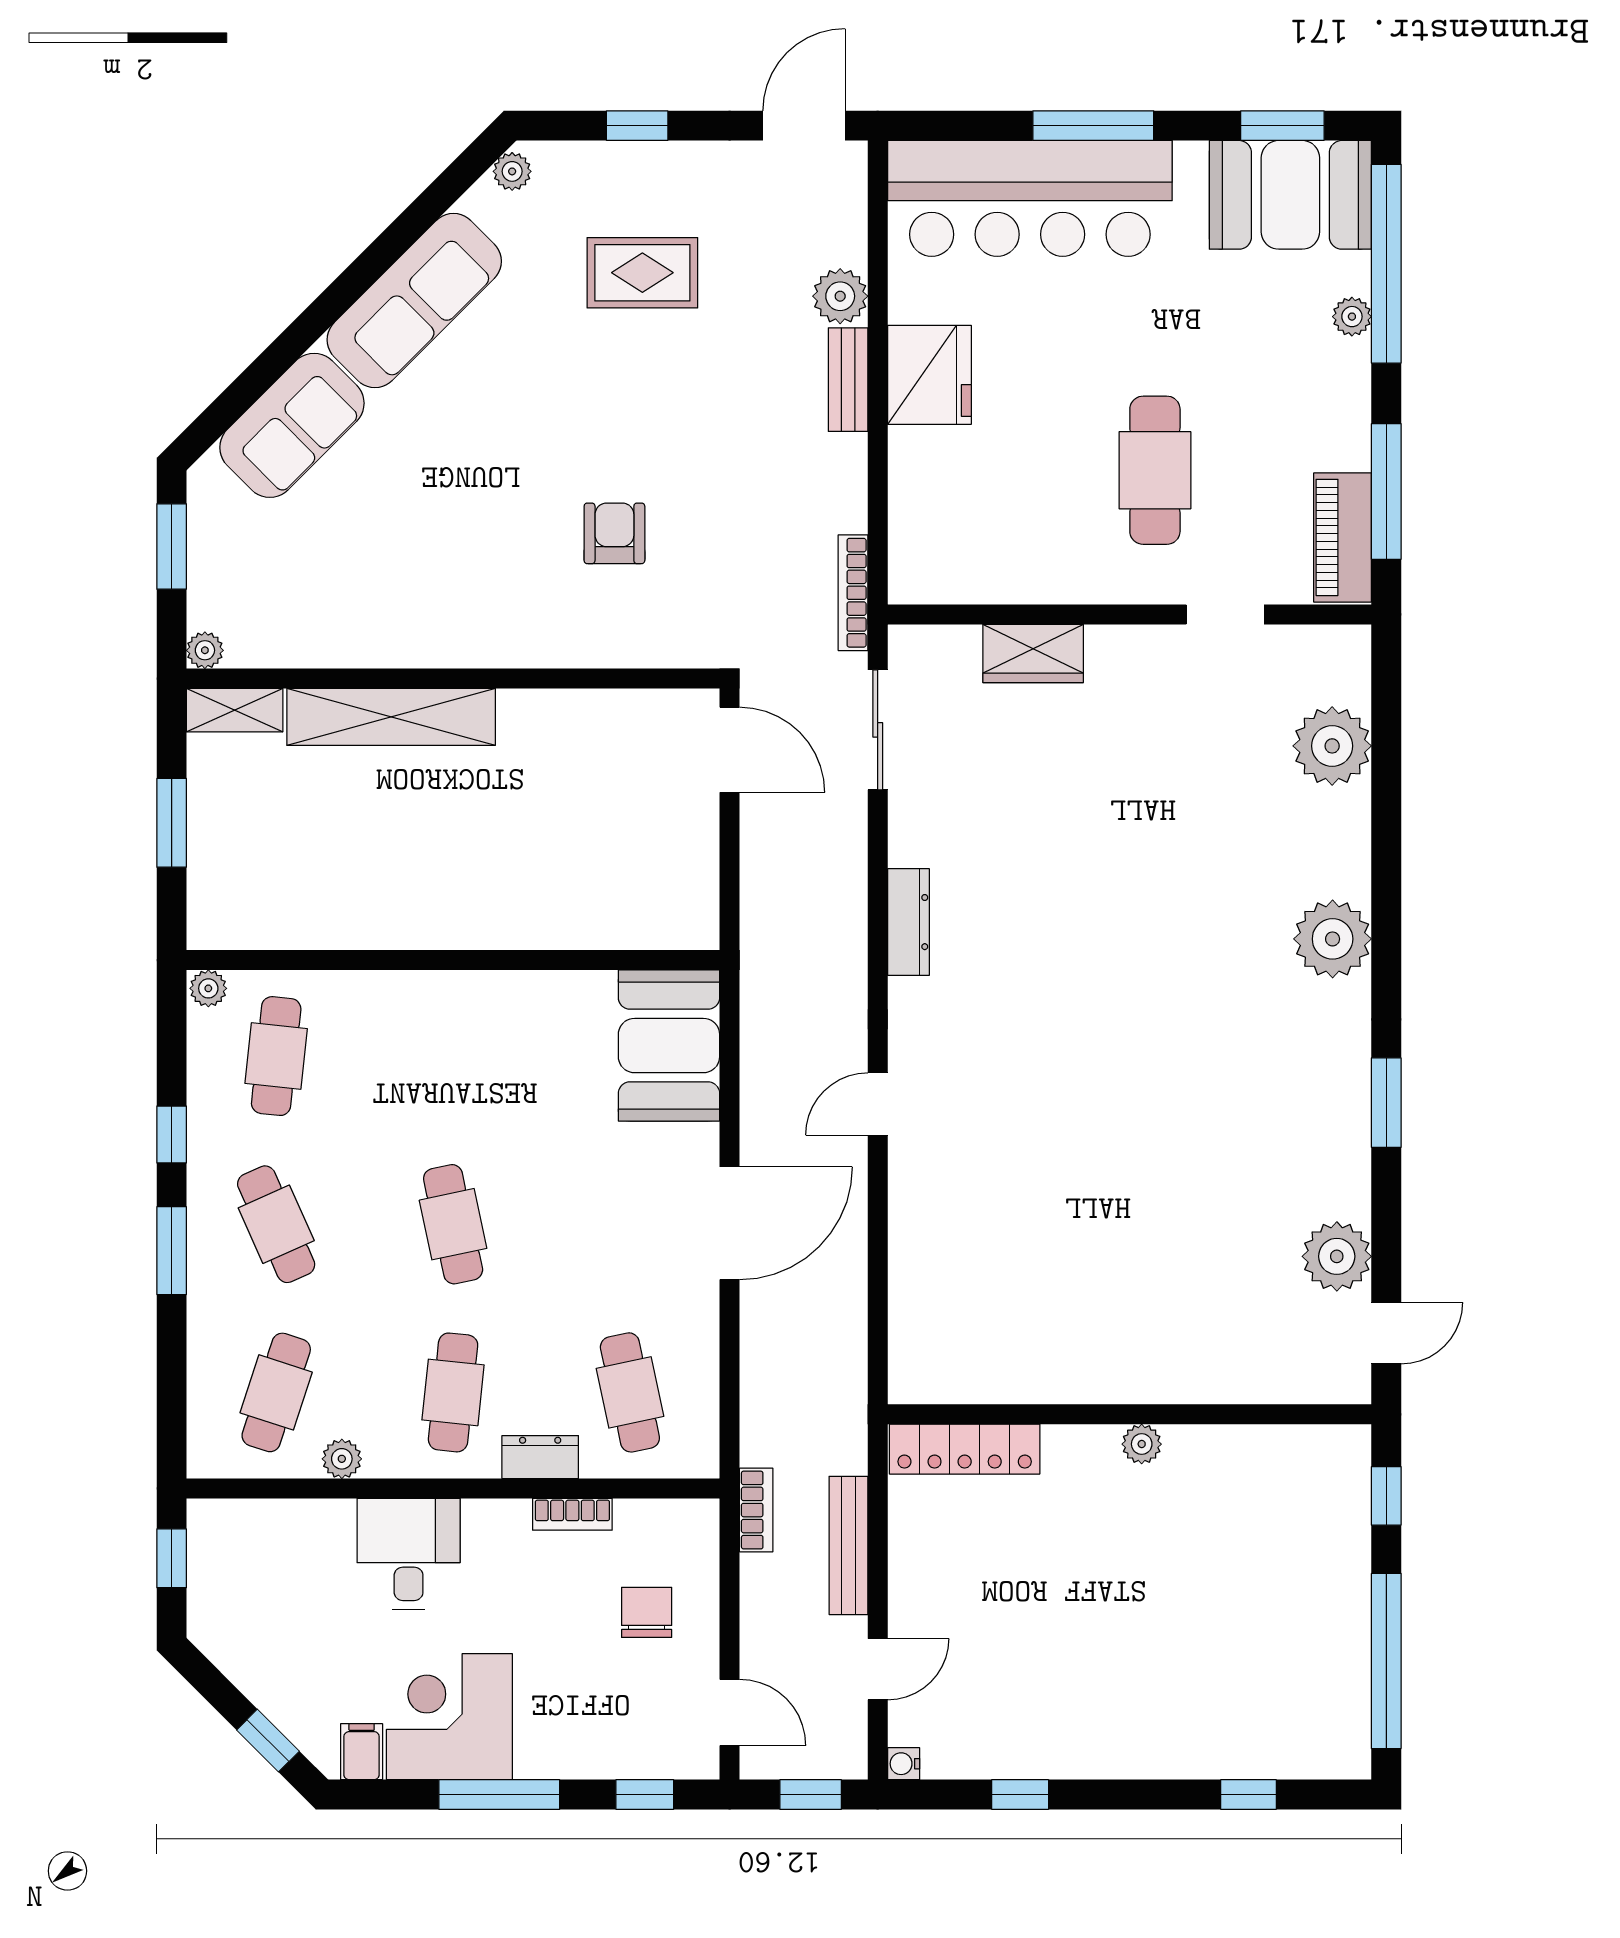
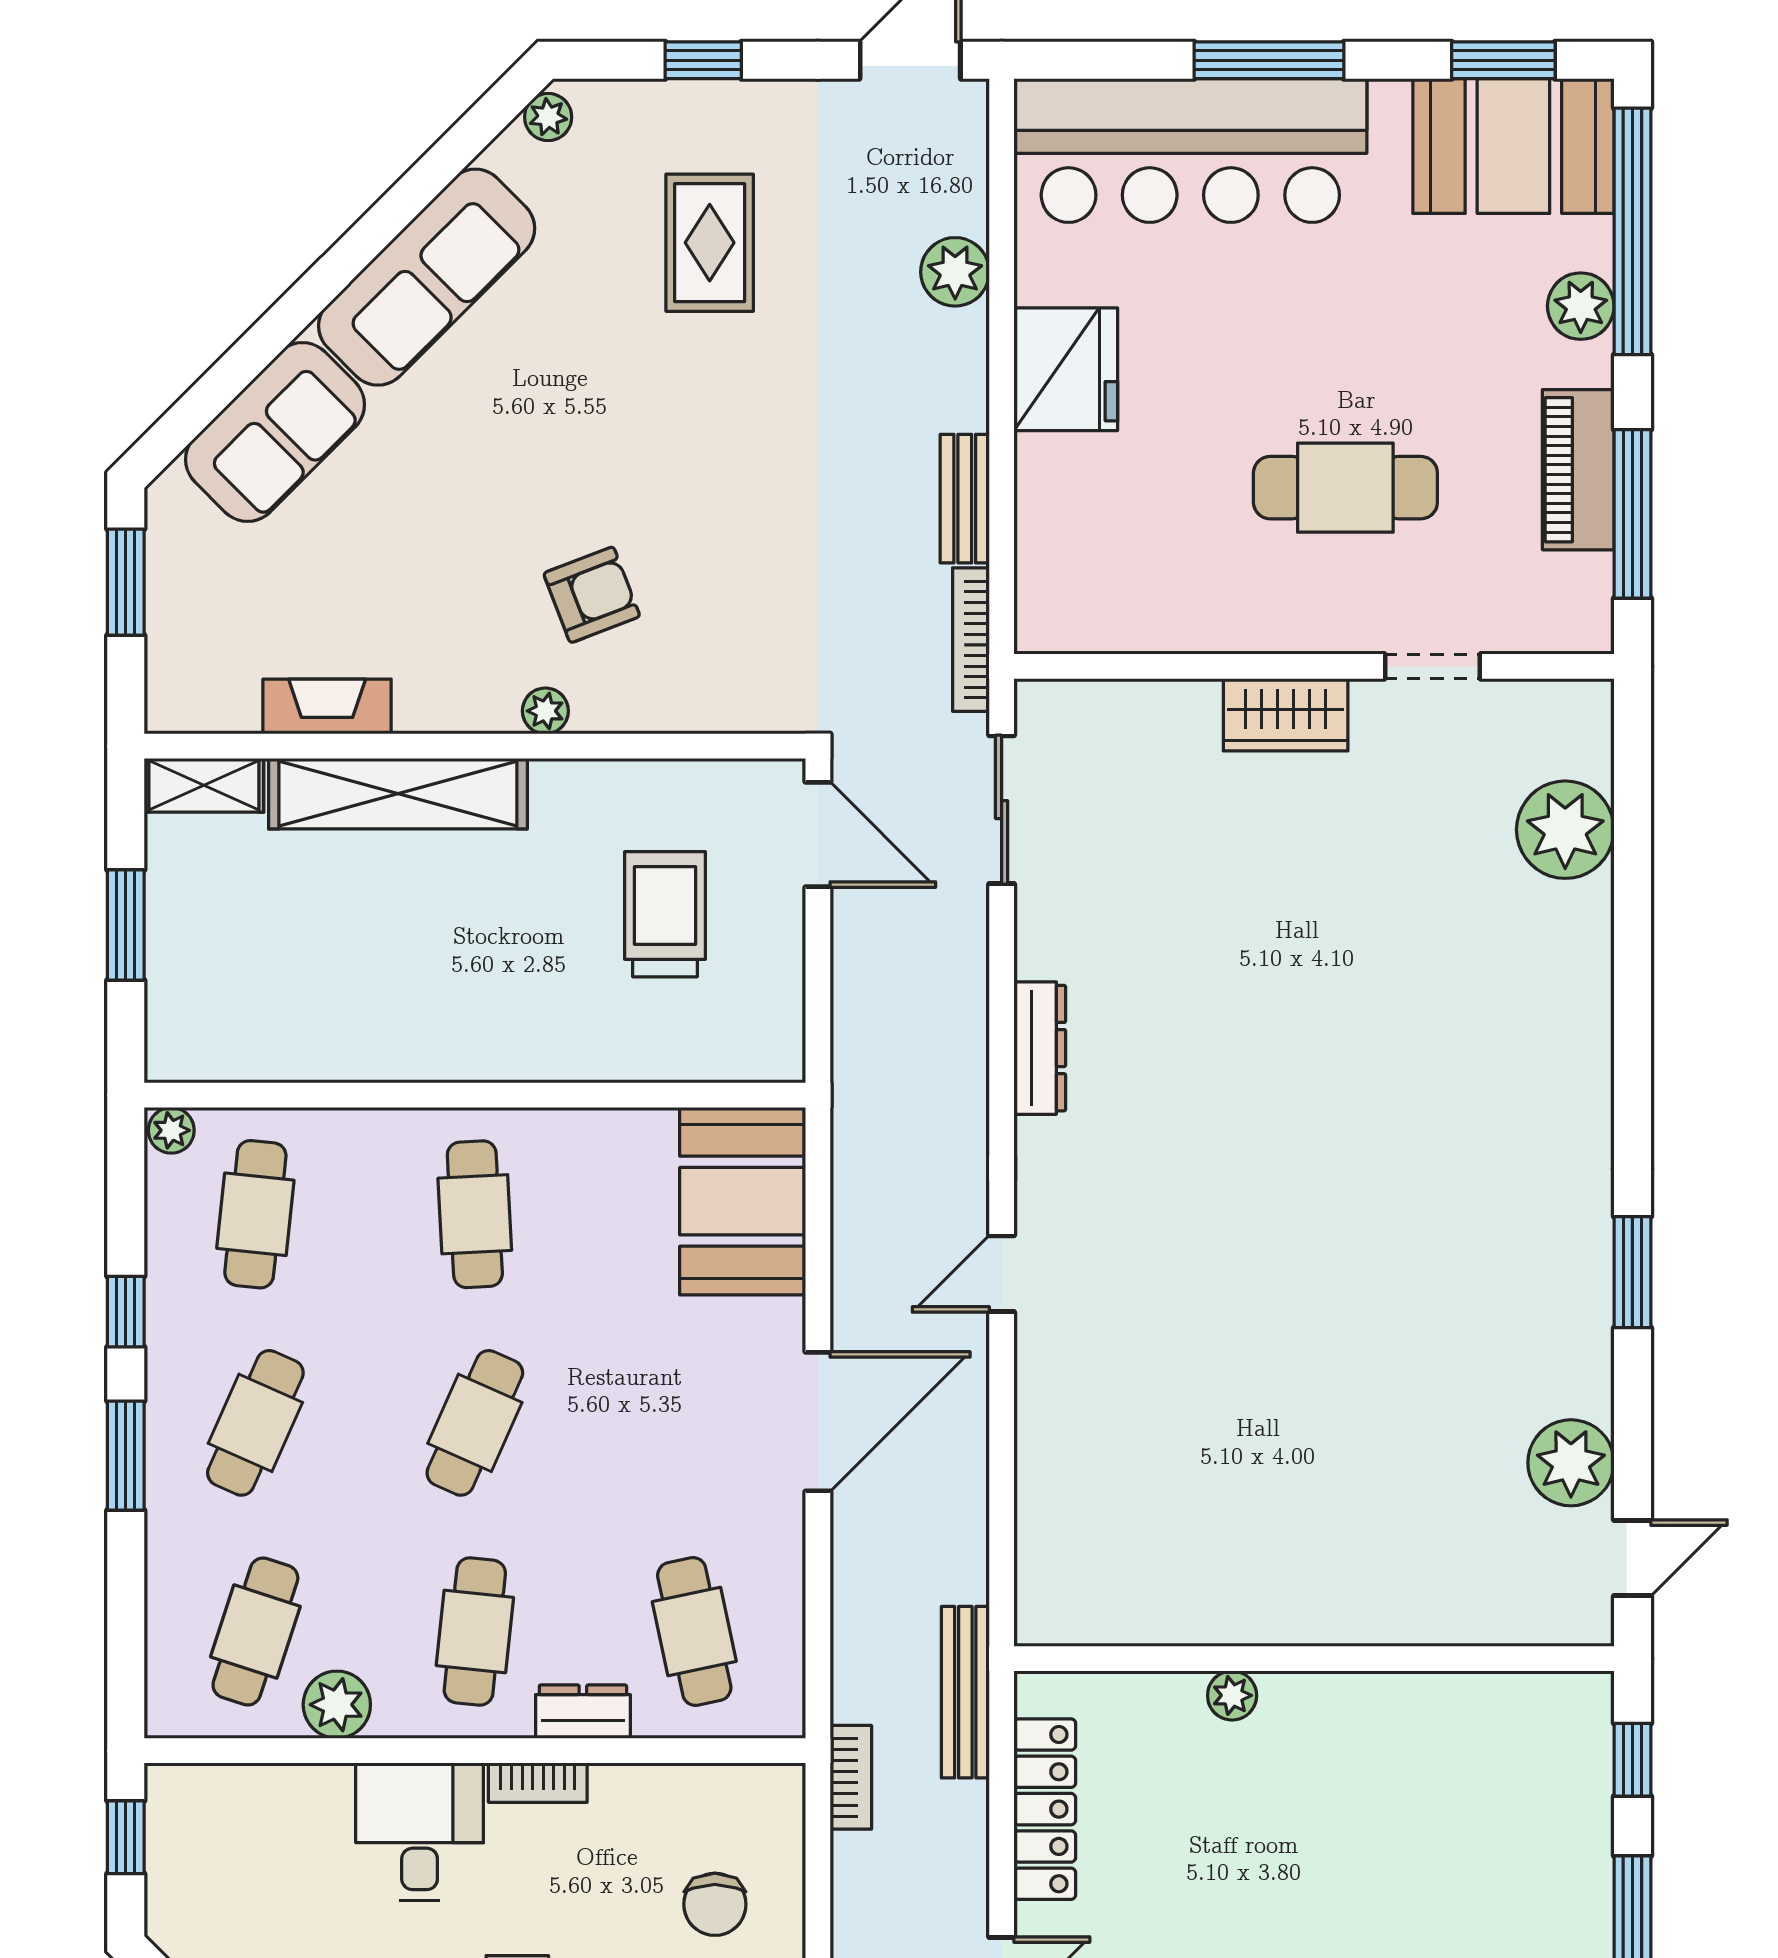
rug: (642, 273) -> (710, 243), turned 90
plant: (1352, 317) -> (1581, 306), width x1.38, depth x1.38
bench: (848, 380) -> (965, 499), moved
cafe table: (1155, 470) -> (1345, 488), turned 90
armchair: (614, 533) -> (592, 595), moved, turned 69
piano: (1343, 537) -> (1578, 470), moved
fireplace: (334, 647) -> (327, 706), added
plant: (205, 650) -> (545, 711), moved
wardrobe: (1033, 653) -> (1286, 715), moved
trolley: (606, 814) -> (665, 914), added
plant: (1333, 939) -> (1566, 1069), removed
cafe table: (453, 1056) -> (475, 1214), added
cafe table: (276, 1224) -> (255, 1423), turned 48
cafe table: (453, 1224) -> (475, 1423), turned 36
plant: (1142, 1444) -> (1232, 1695), moved
locker: (965, 1449) -> (1045, 1809), moved, turned -90
plant: (342, 1459) -> (337, 1705), width x1.38, depth x1.38
bookcase: (572, 1514) -> (538, 1783), moved
bench: (848, 1545) -> (965, 1692), moved
chair: (647, 1612) -> (715, 1904), turned 180

